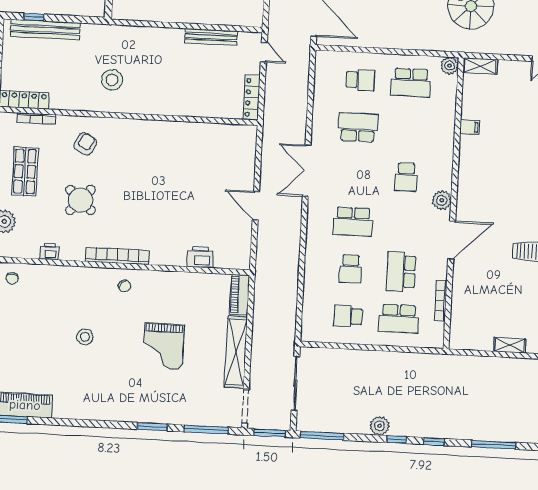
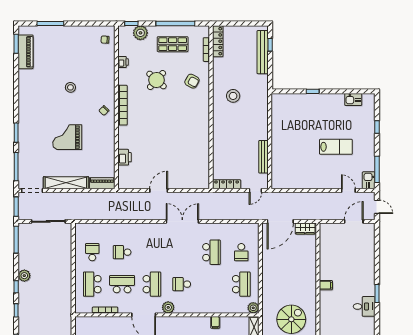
school desk: (411, 83) -> (241, 284), turned 180
school desk: (353, 222) -> (152, 284), moved, turned 180

